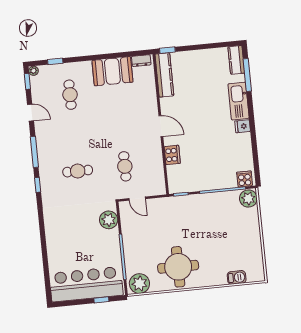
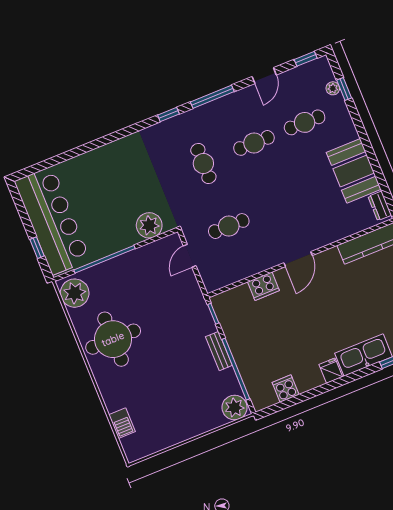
plant: (34, 71) -> (333, 88), moved
cafe table: (74, 133) -> (254, 143), added
cooker: (245, 179) -> (286, 389), moved, turned -90
bench: (207, 198) -> (219, 351), added

